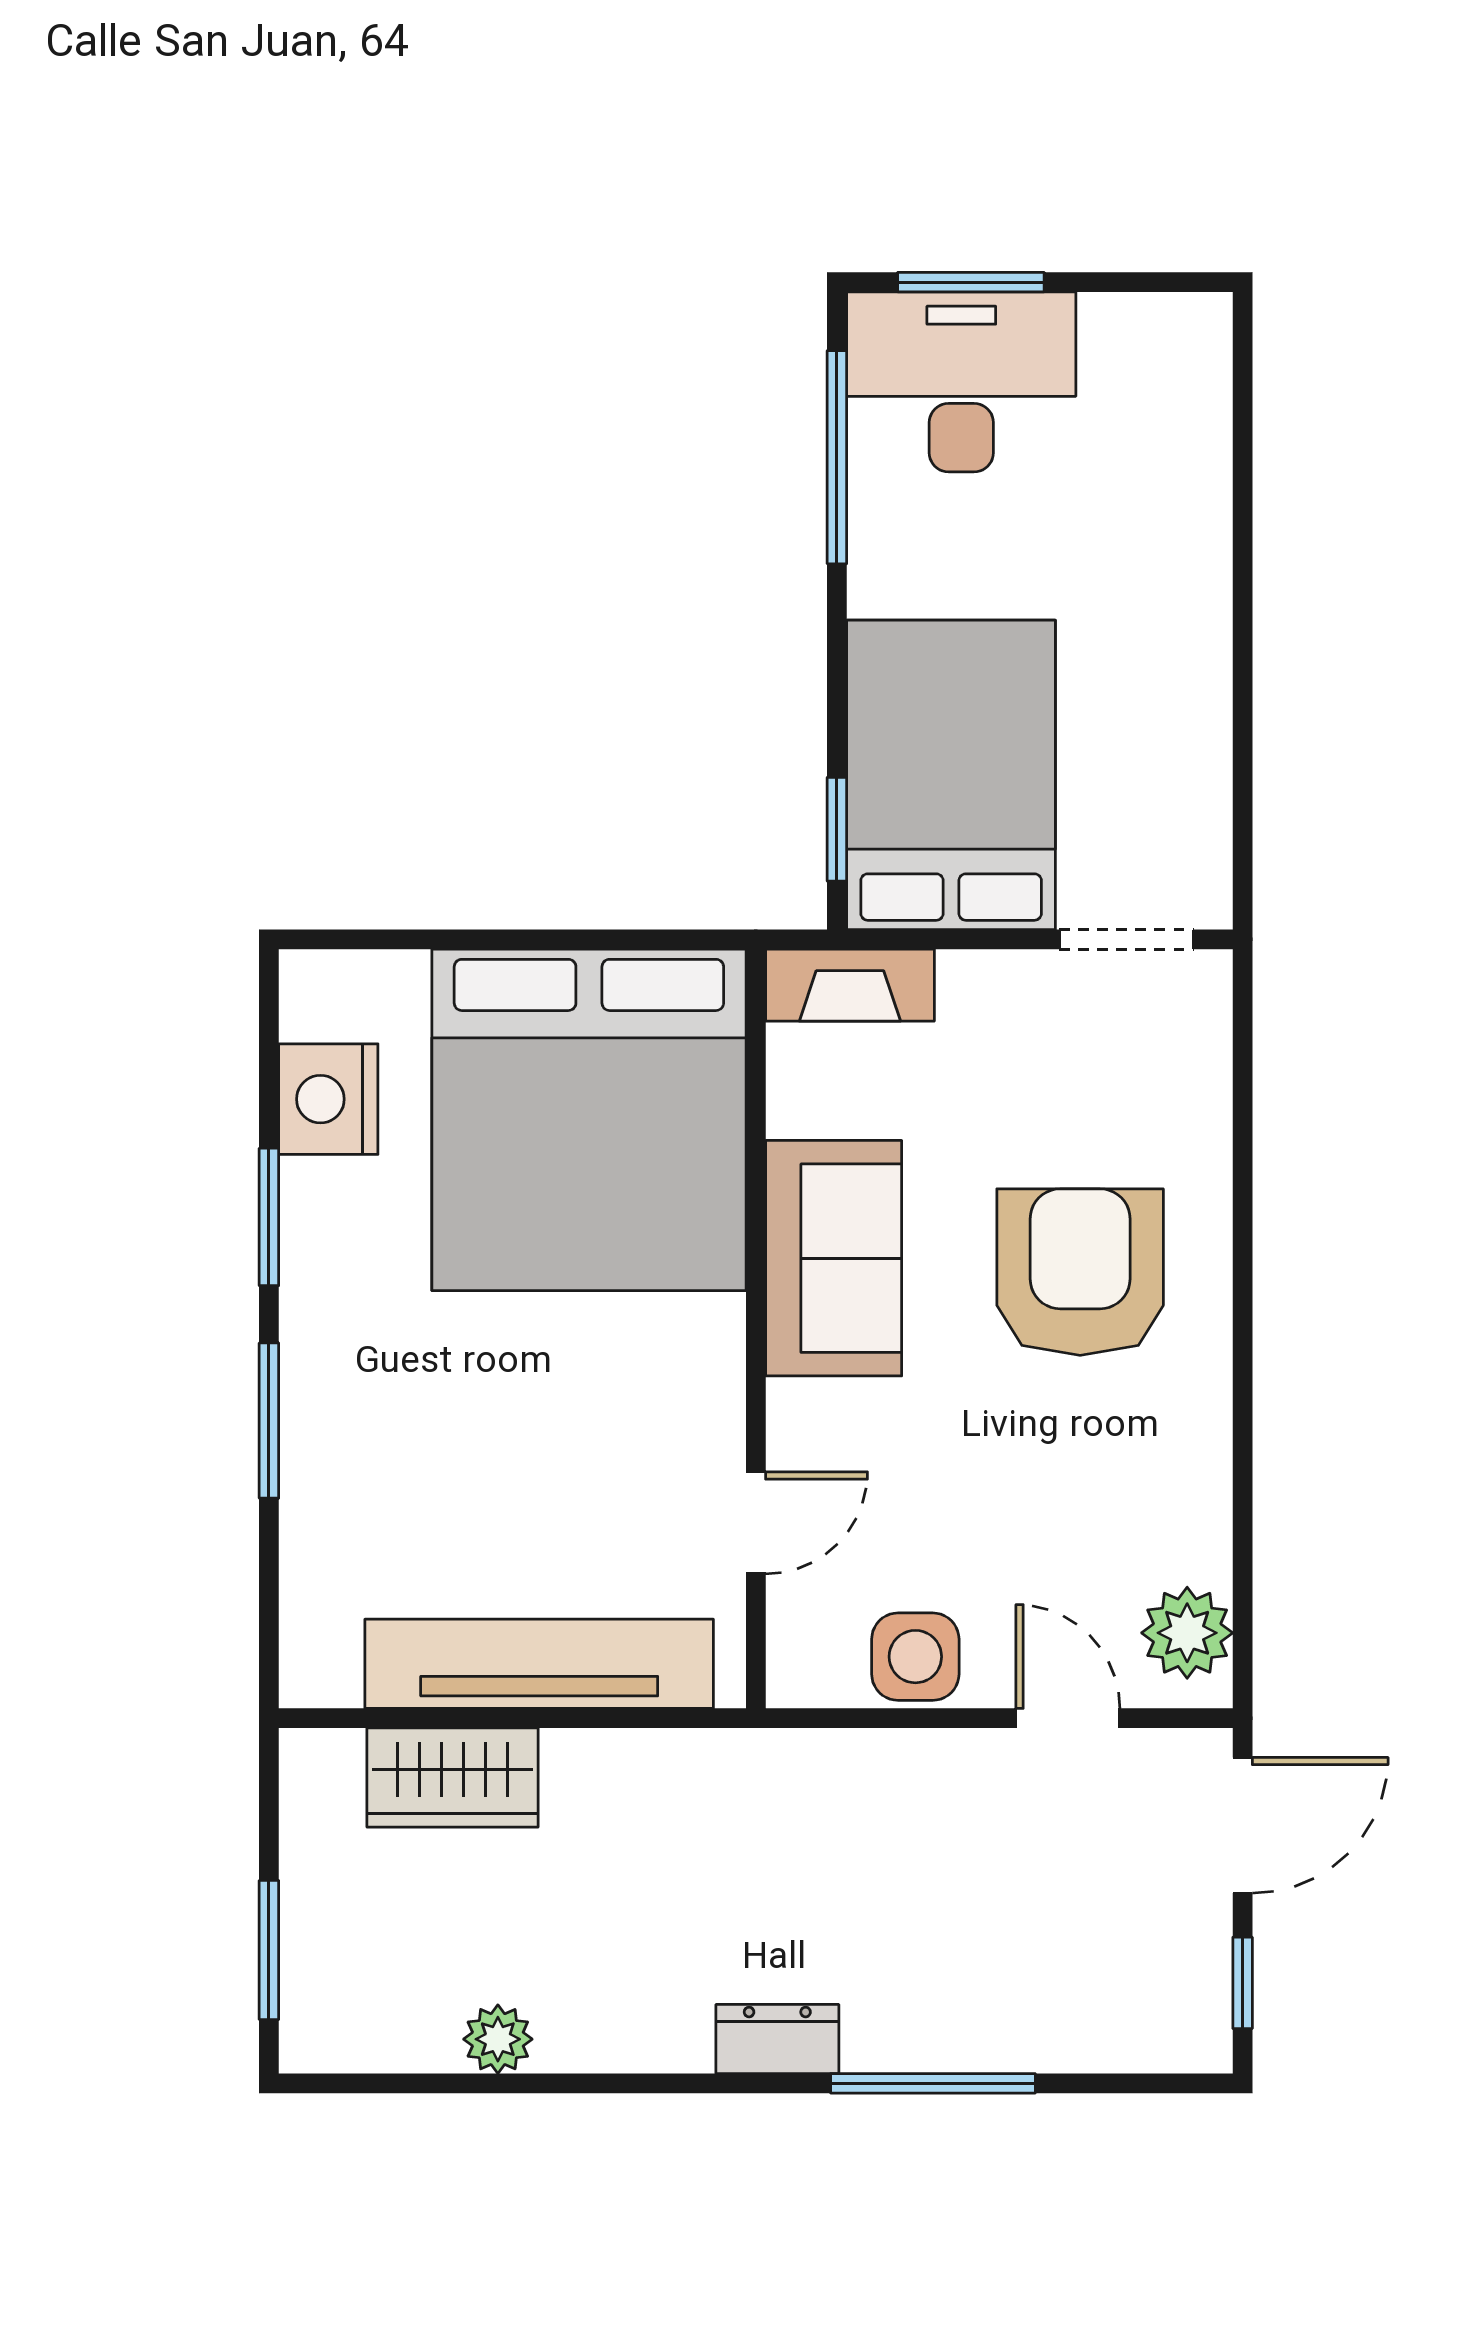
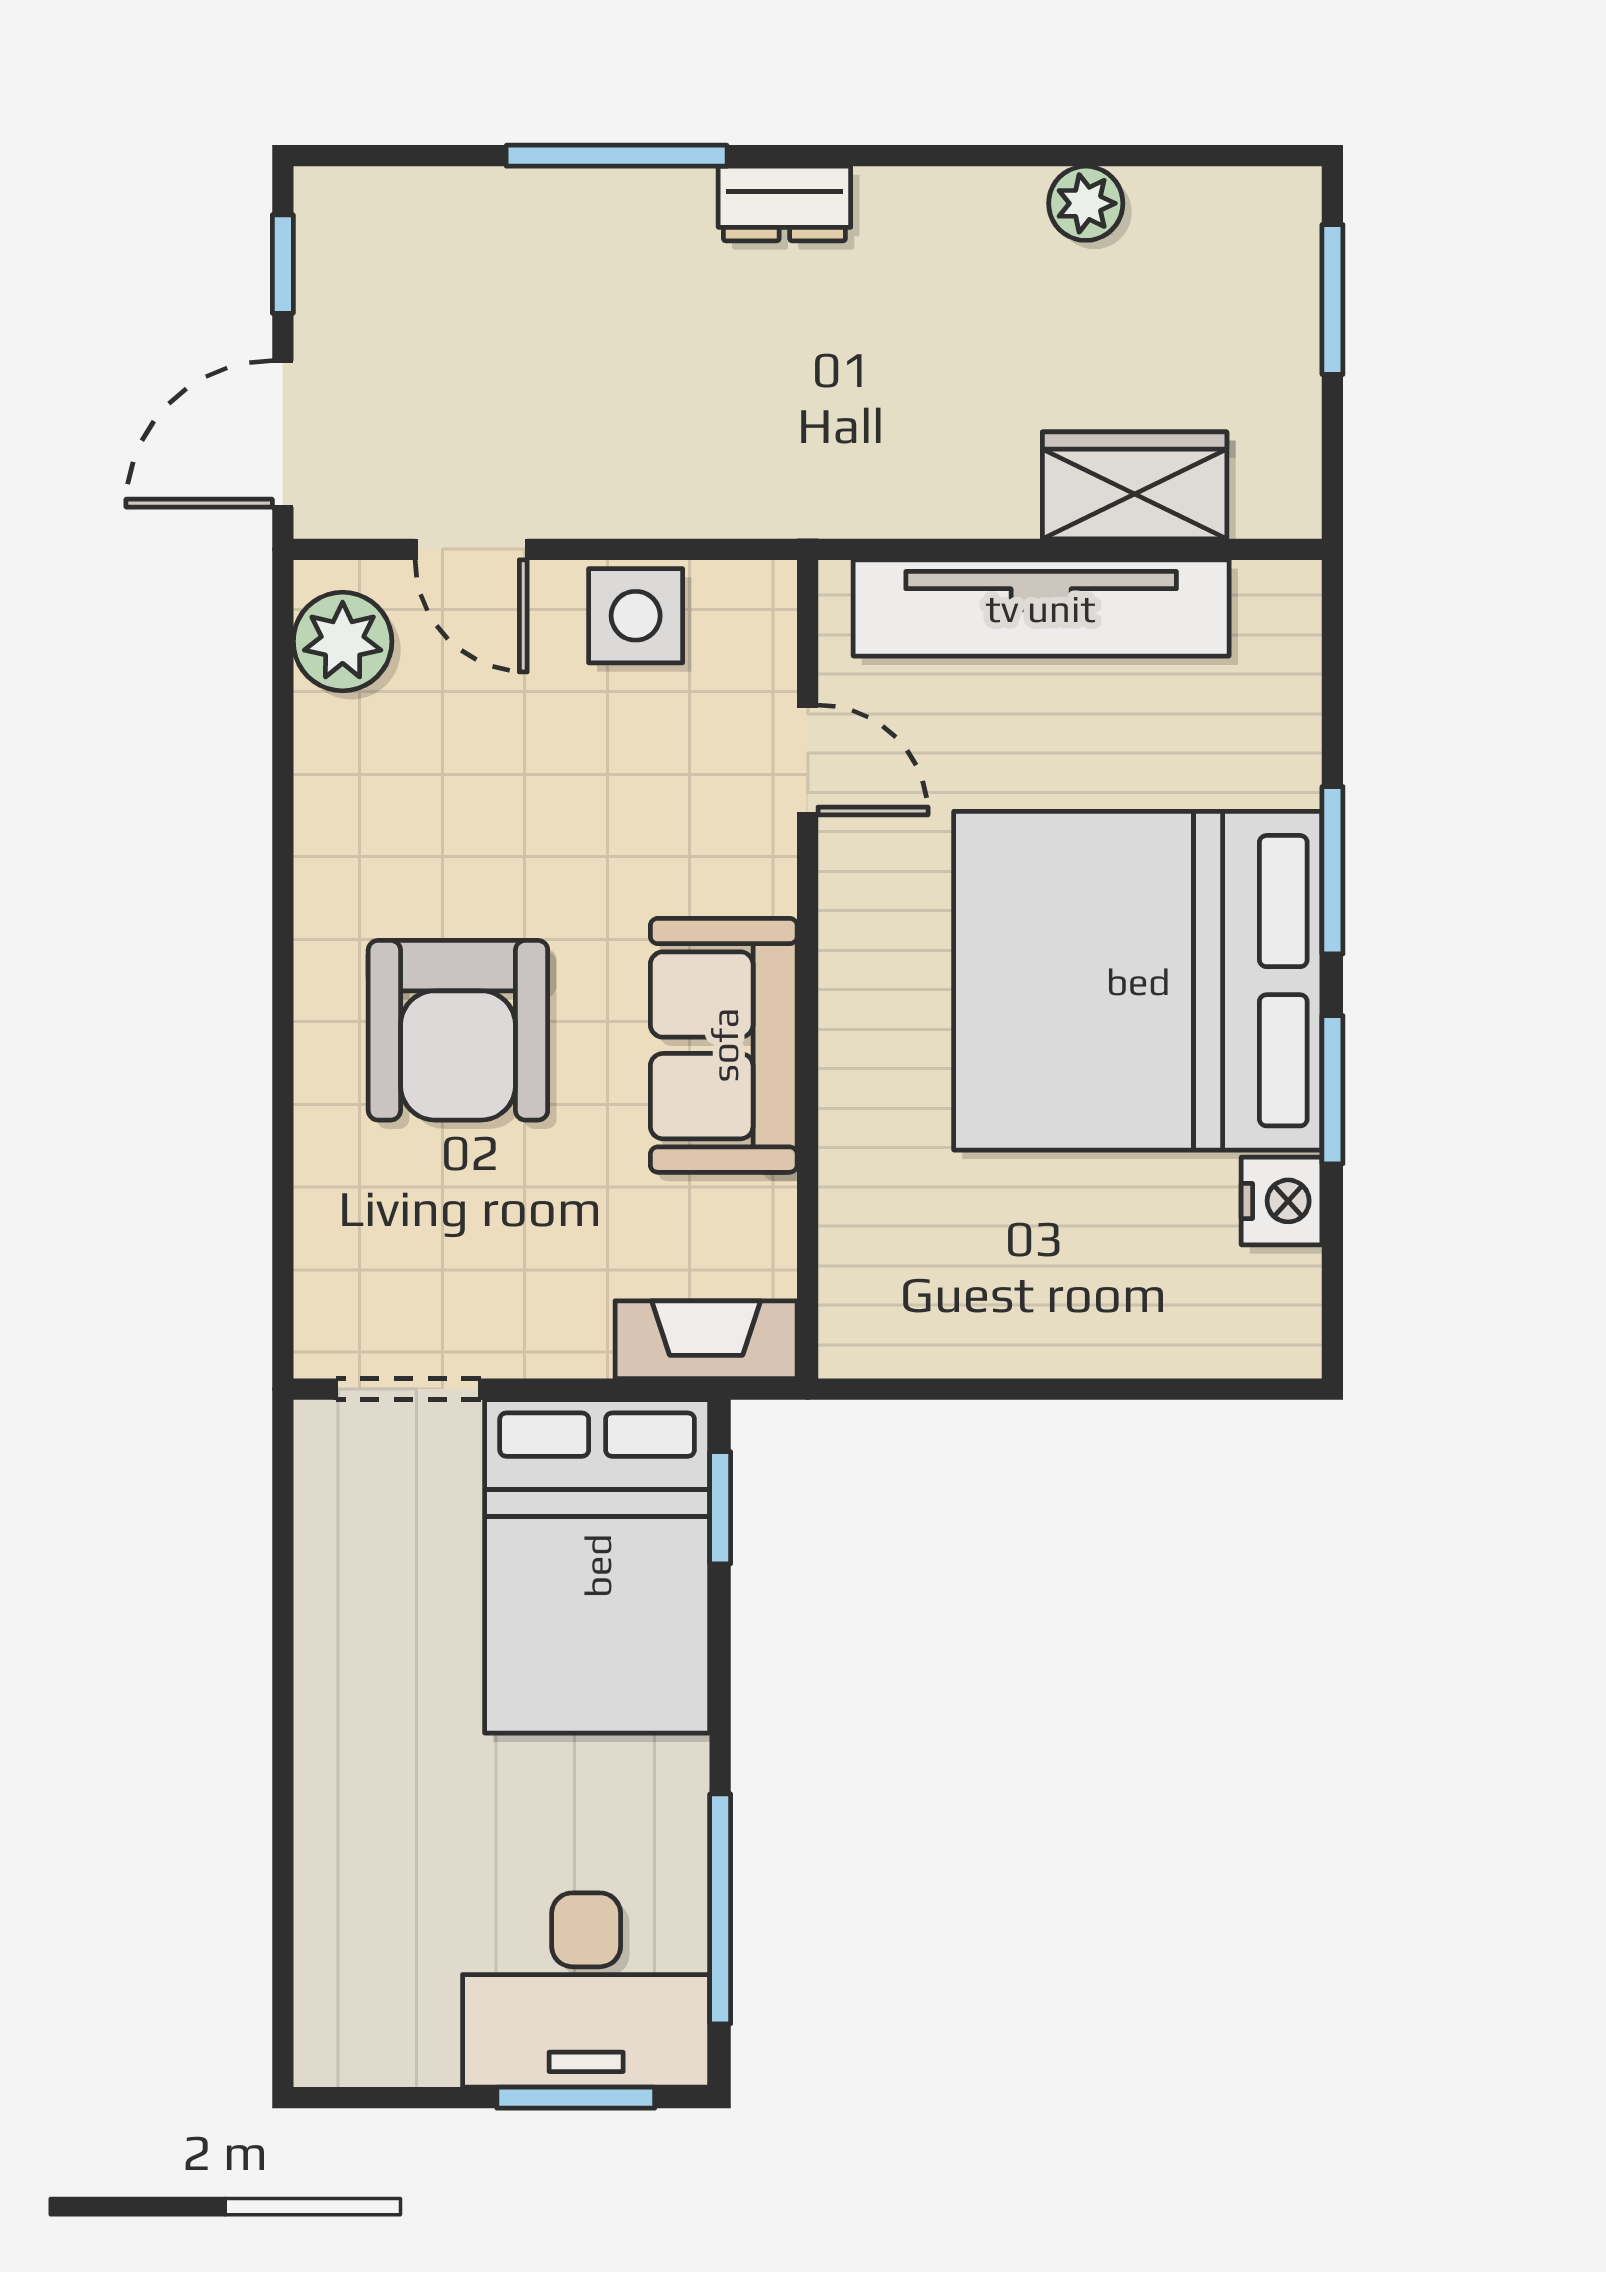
nightstand: (328, 1099) -> (1282, 1201), width x0.74, depth x0.75
bed: (589, 1120) -> (1138, 981), moved, turned -90
door: (756, 1523) -> (808, 760), swing flipped

